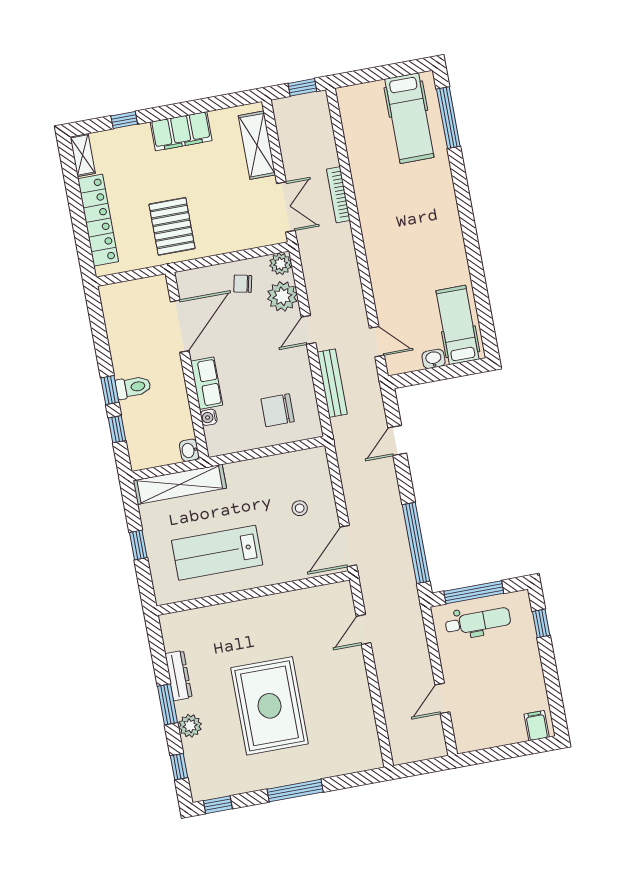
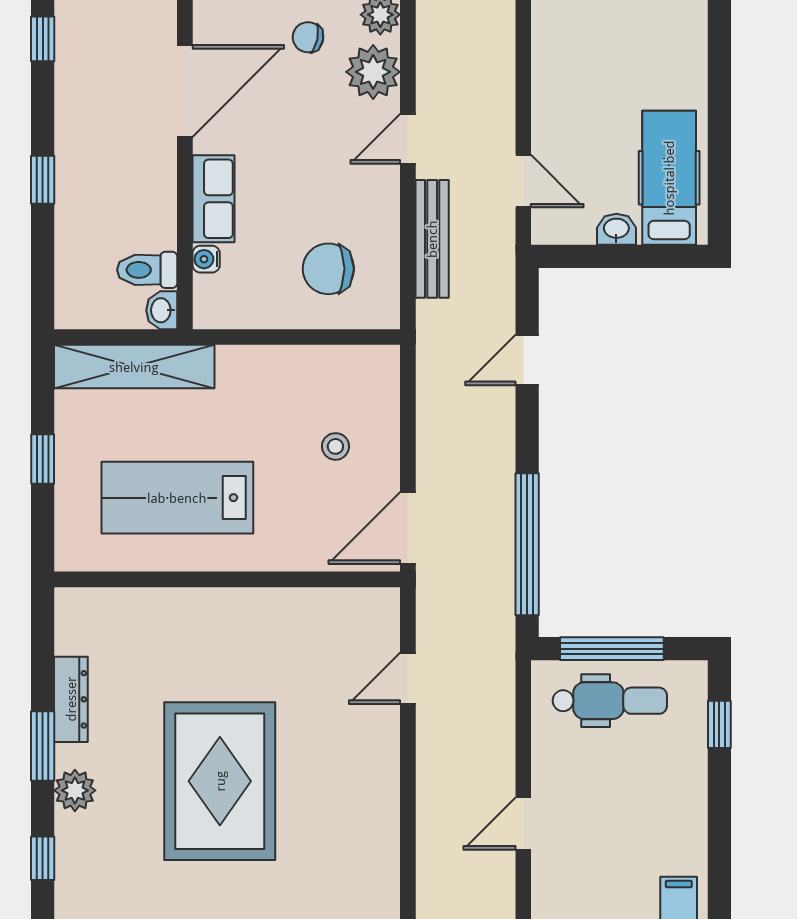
toilet: (133, 387) -> (147, 270), moved, turned 180
window: (117, 429) -> (43, 39), moved

